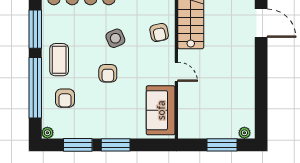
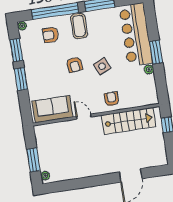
armchair: (159, 33) -> (112, 99), turned 102
coffee table: (59, 60) -> (79, 26), turned 90
door: (176, 72) -> (84, 117), swing flipped
armchair: (108, 73) -> (74, 65), turned -97

